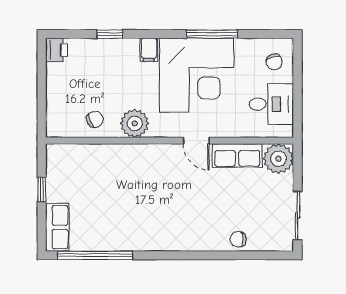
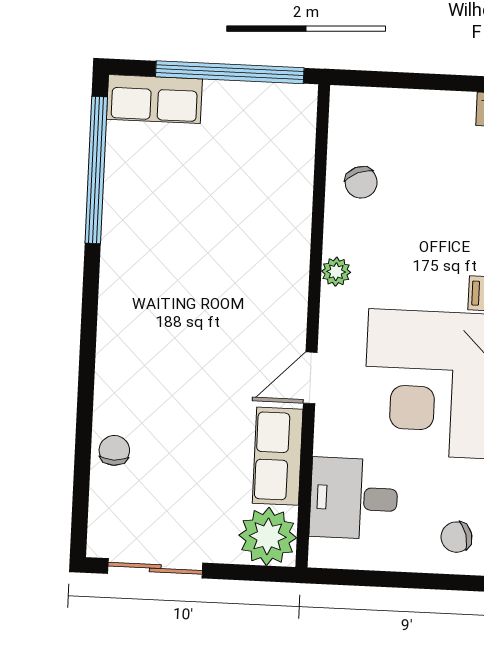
desk: (271, 104) -> (354, 498), moved, turned 90
plant: (135, 123) -> (336, 272), width x0.53, depth x0.53
window: (42, 189) -> (230, 72), width x3.17

